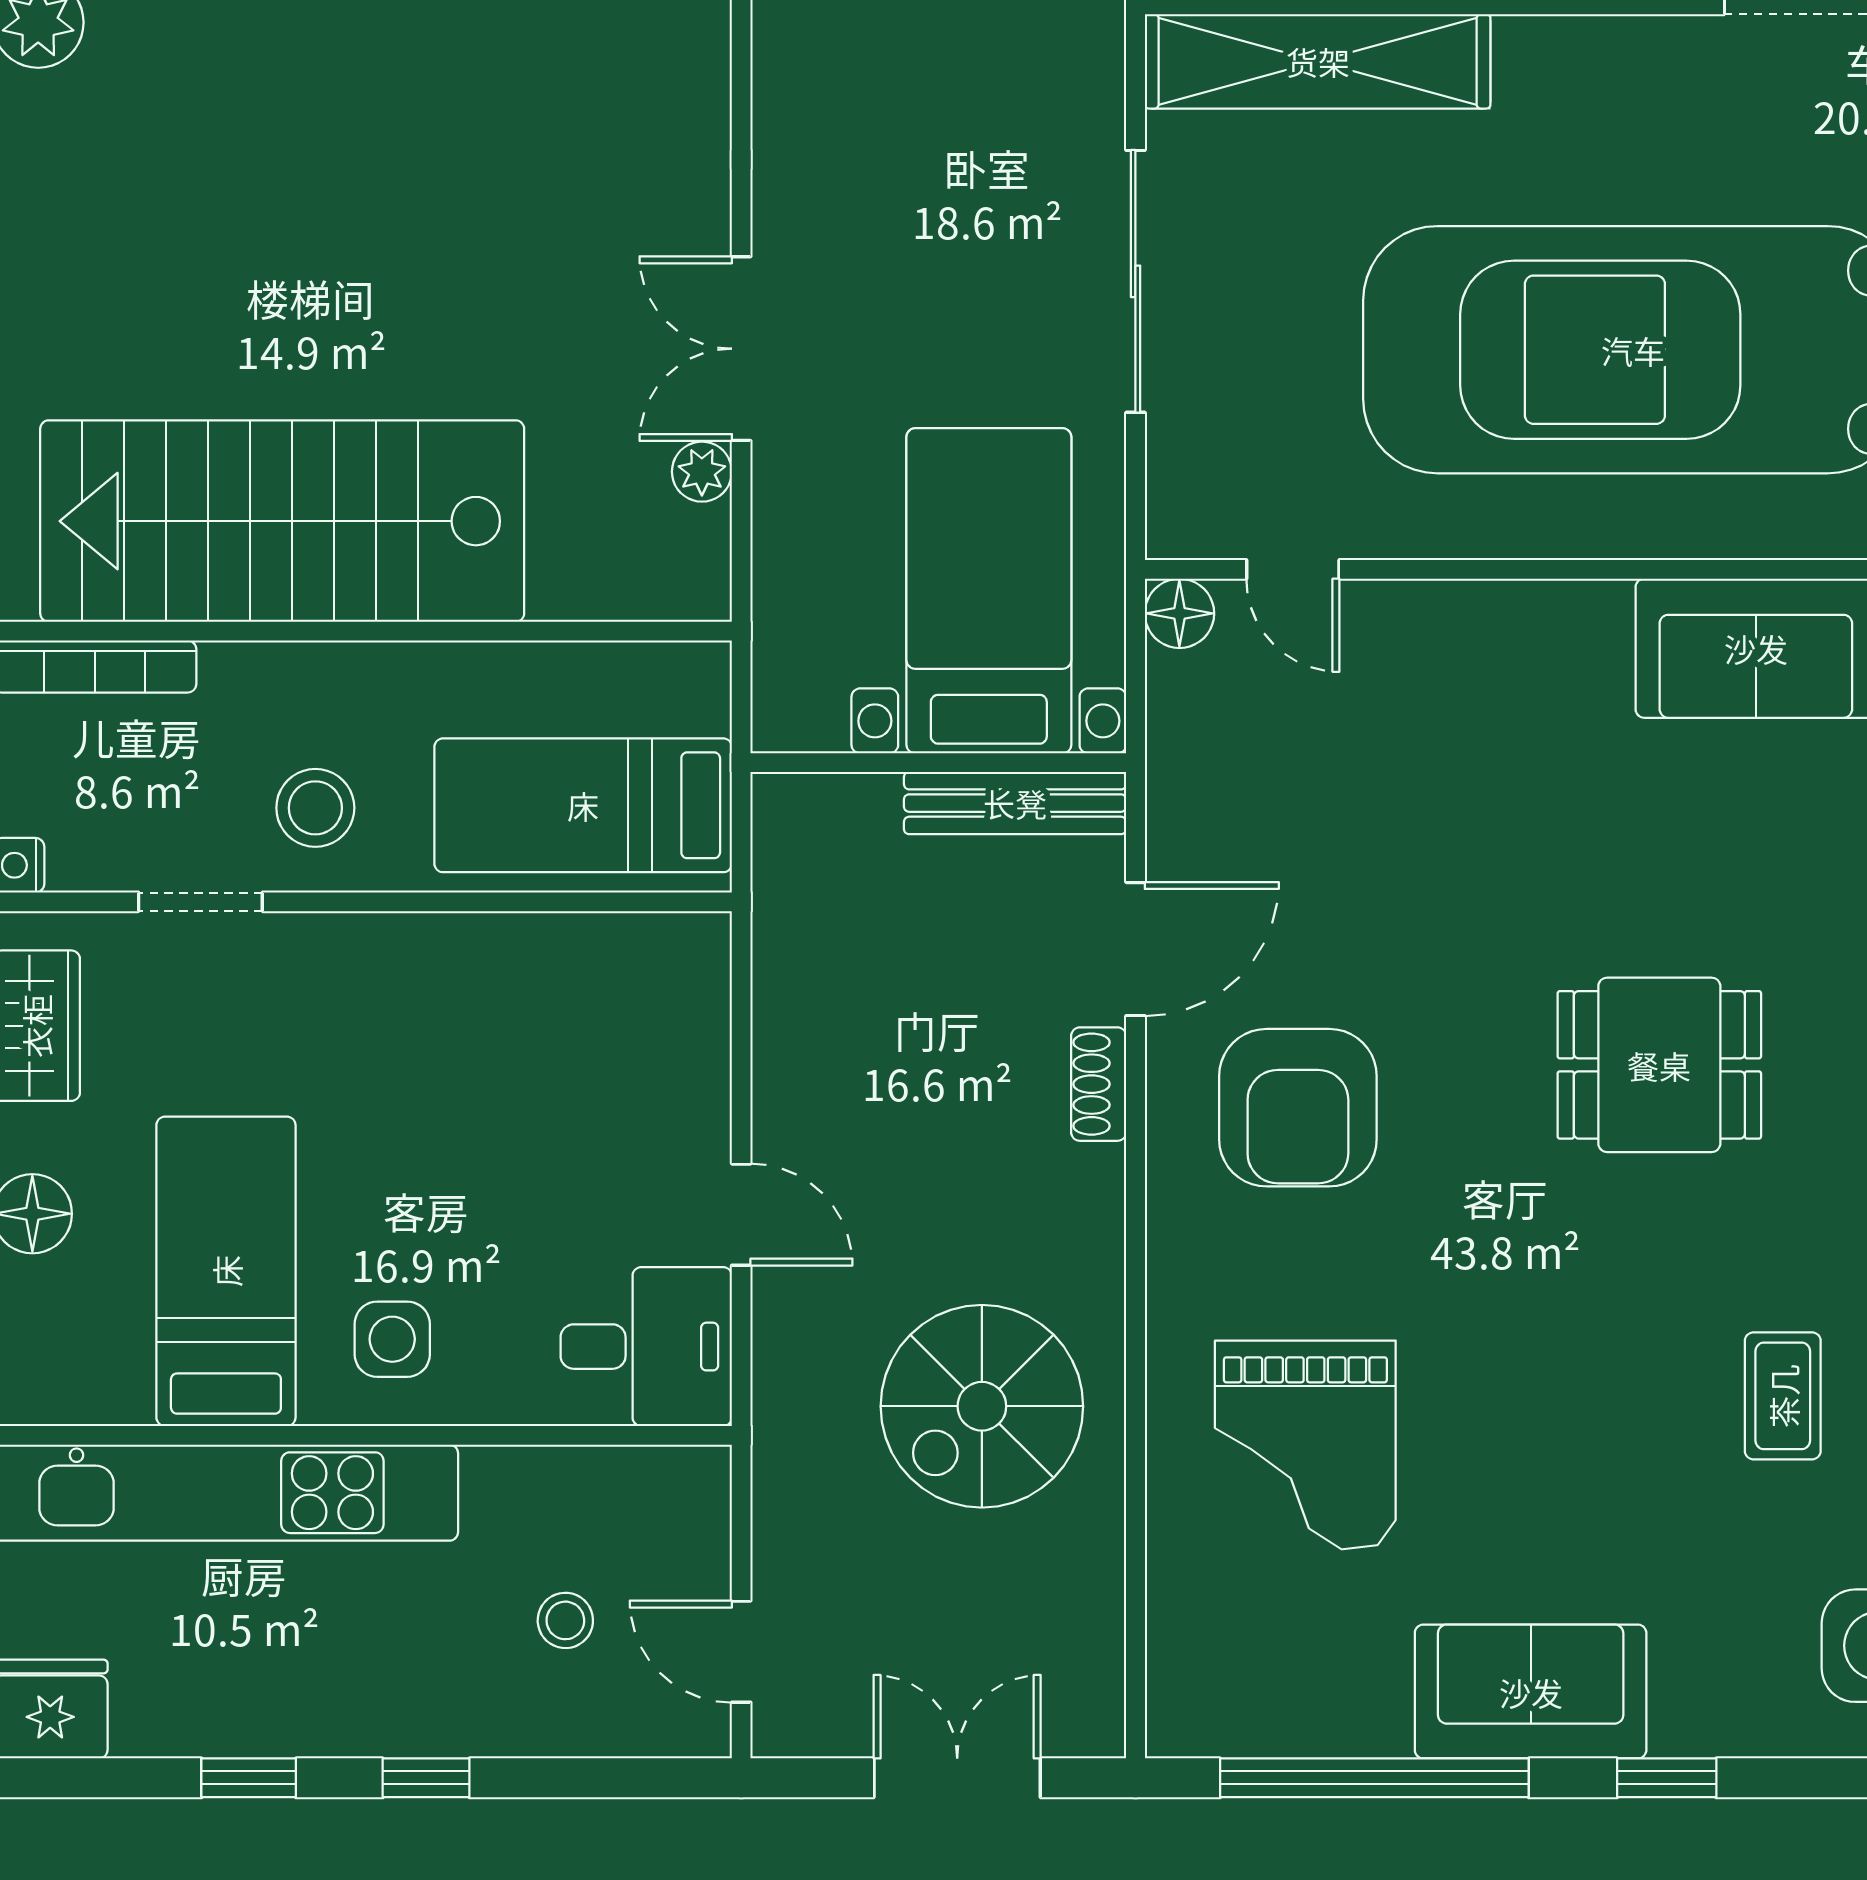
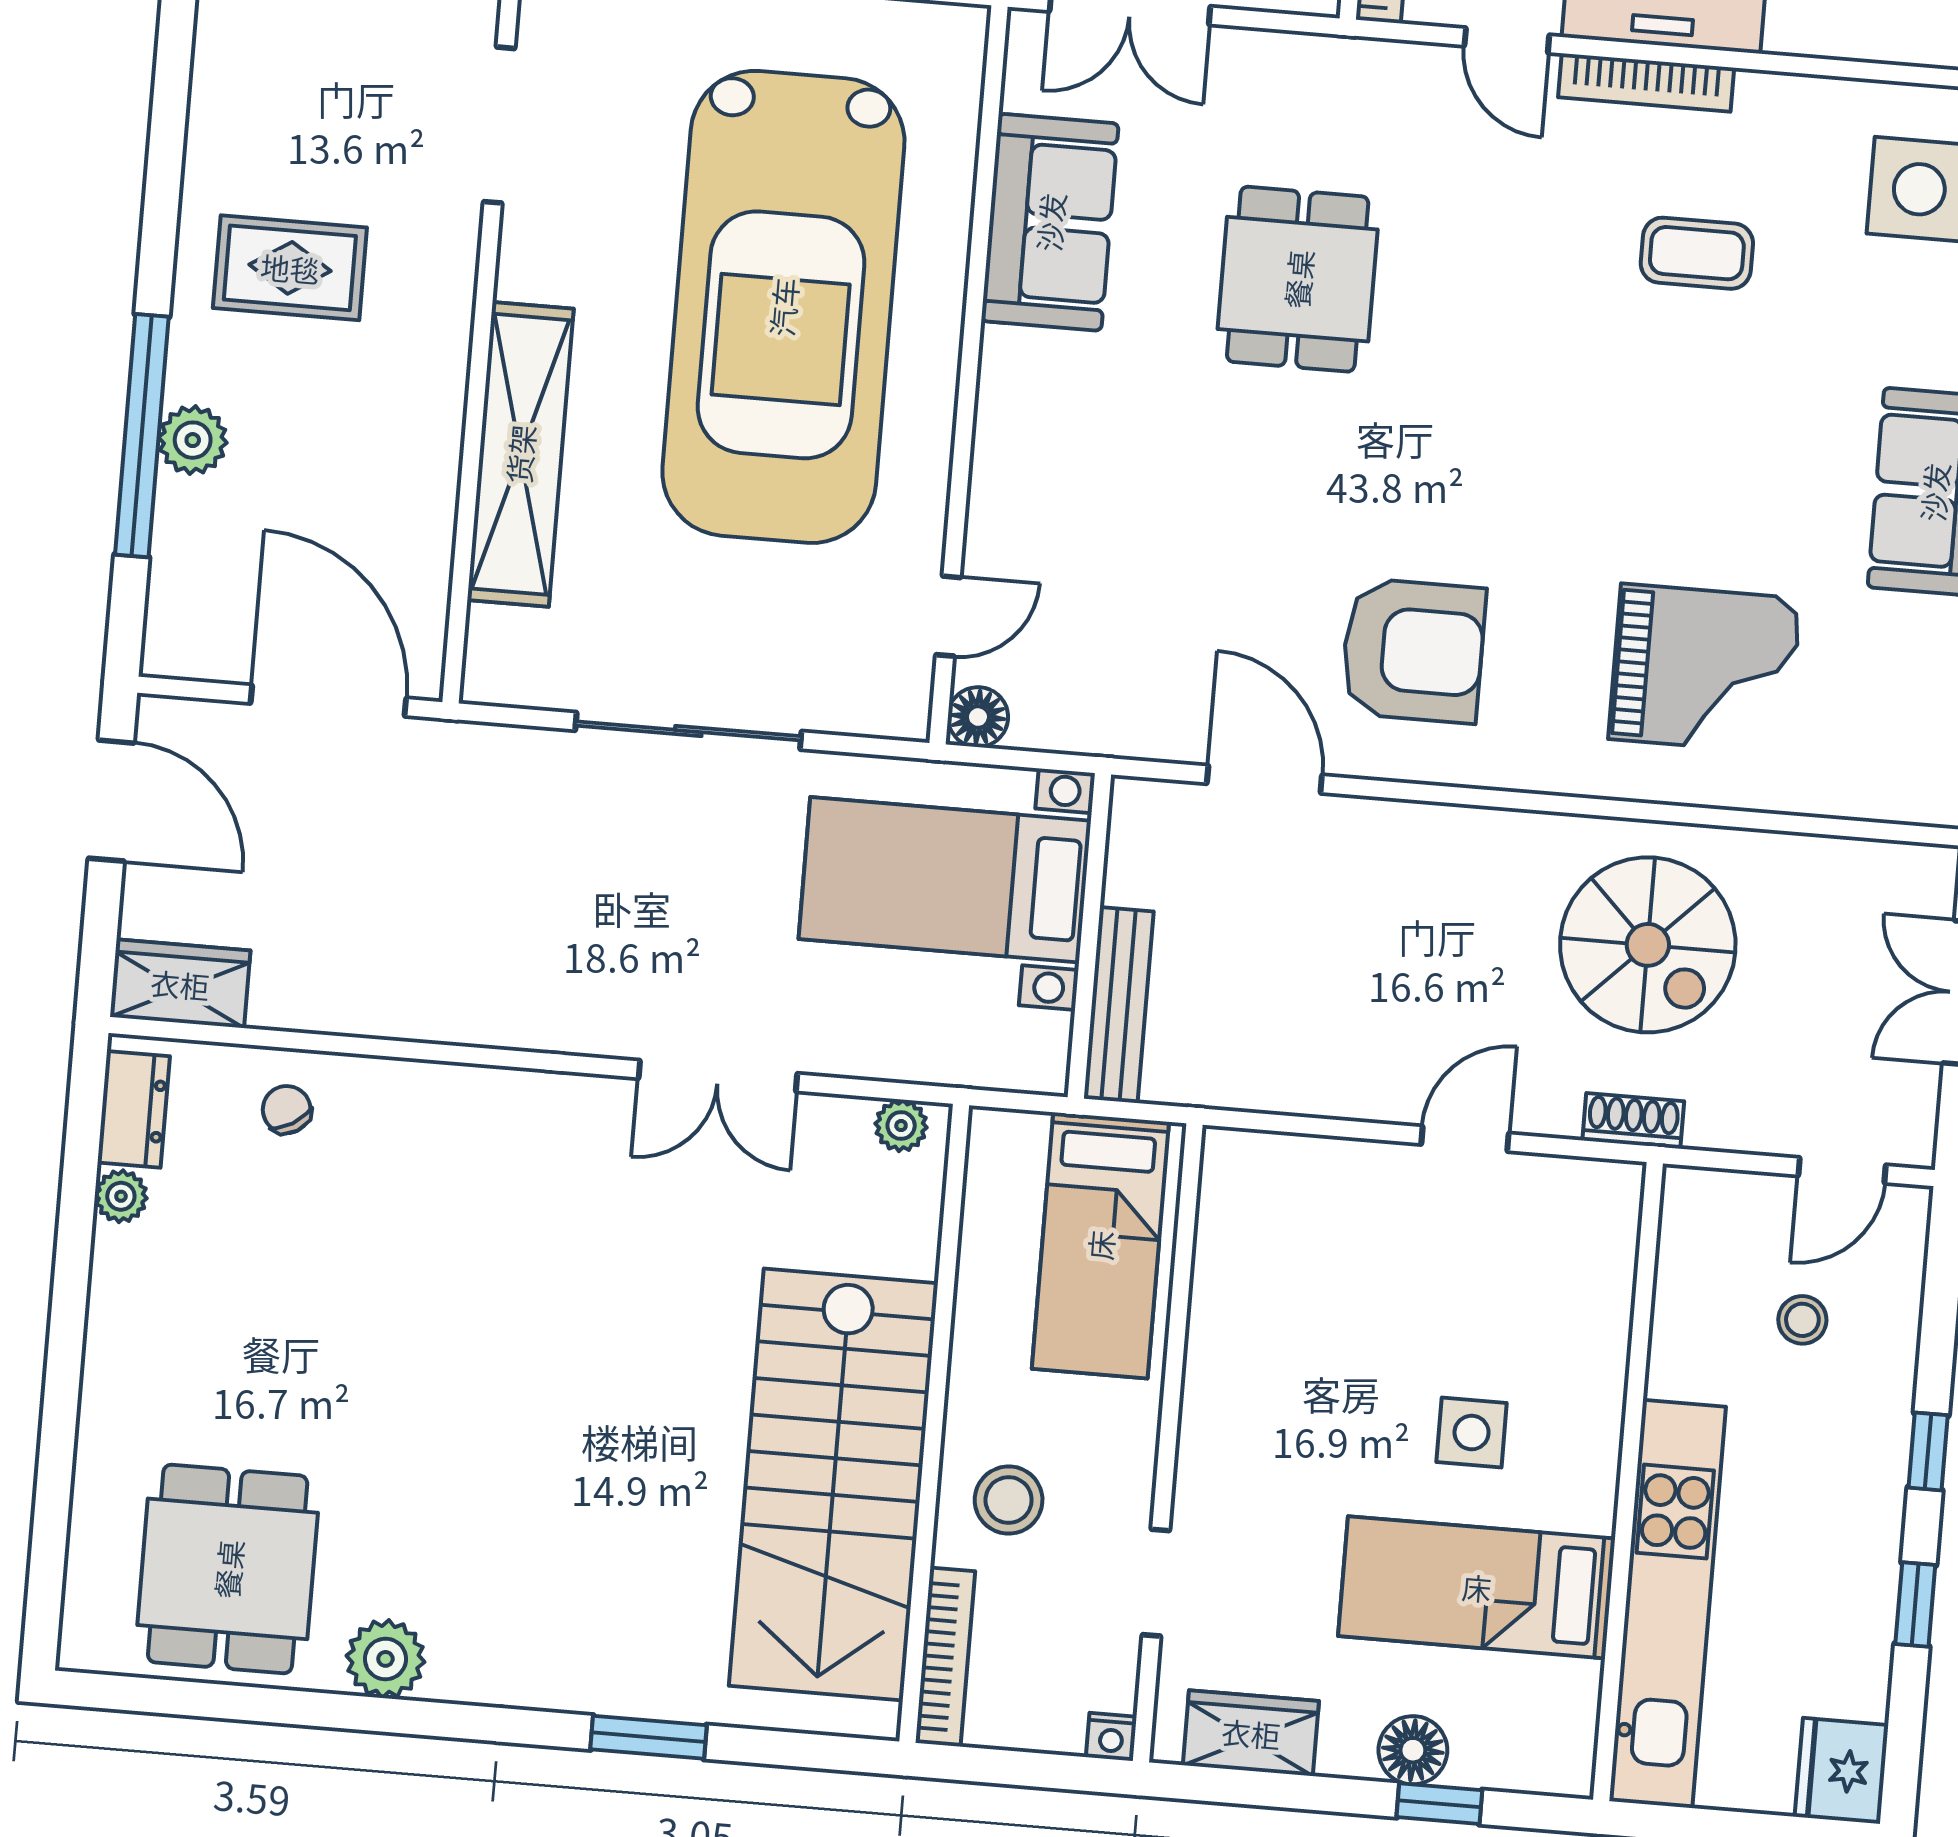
shelving: (1318, 61) -> (520, 454), moved
plant: (702, 472) -> (901, 1126), moved
bench: (1015, 803) -> (1119, 1005), moved
stool: (315, 808) -> (1009, 1500), moved
dining table: (1659, 1065) -> (1298, 279), moved
shoe rack: (1099, 1084) -> (1633, 1121), moved, turned 180
side table: (392, 1339) -> (1472, 1433), moved
desk: (646, 1347) -> (1572, 1230), removed

